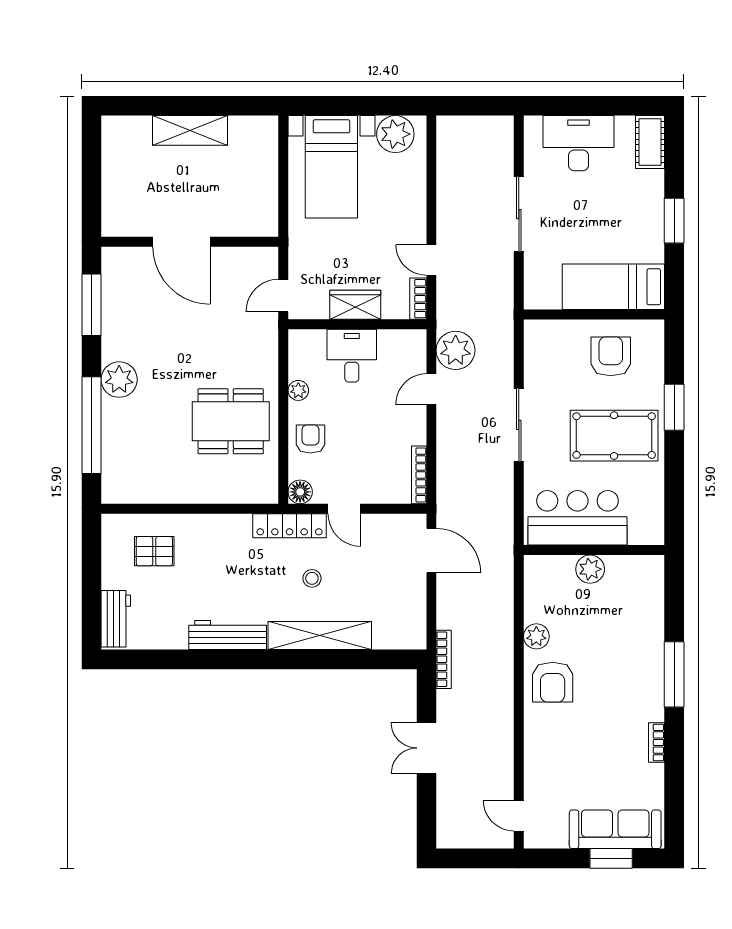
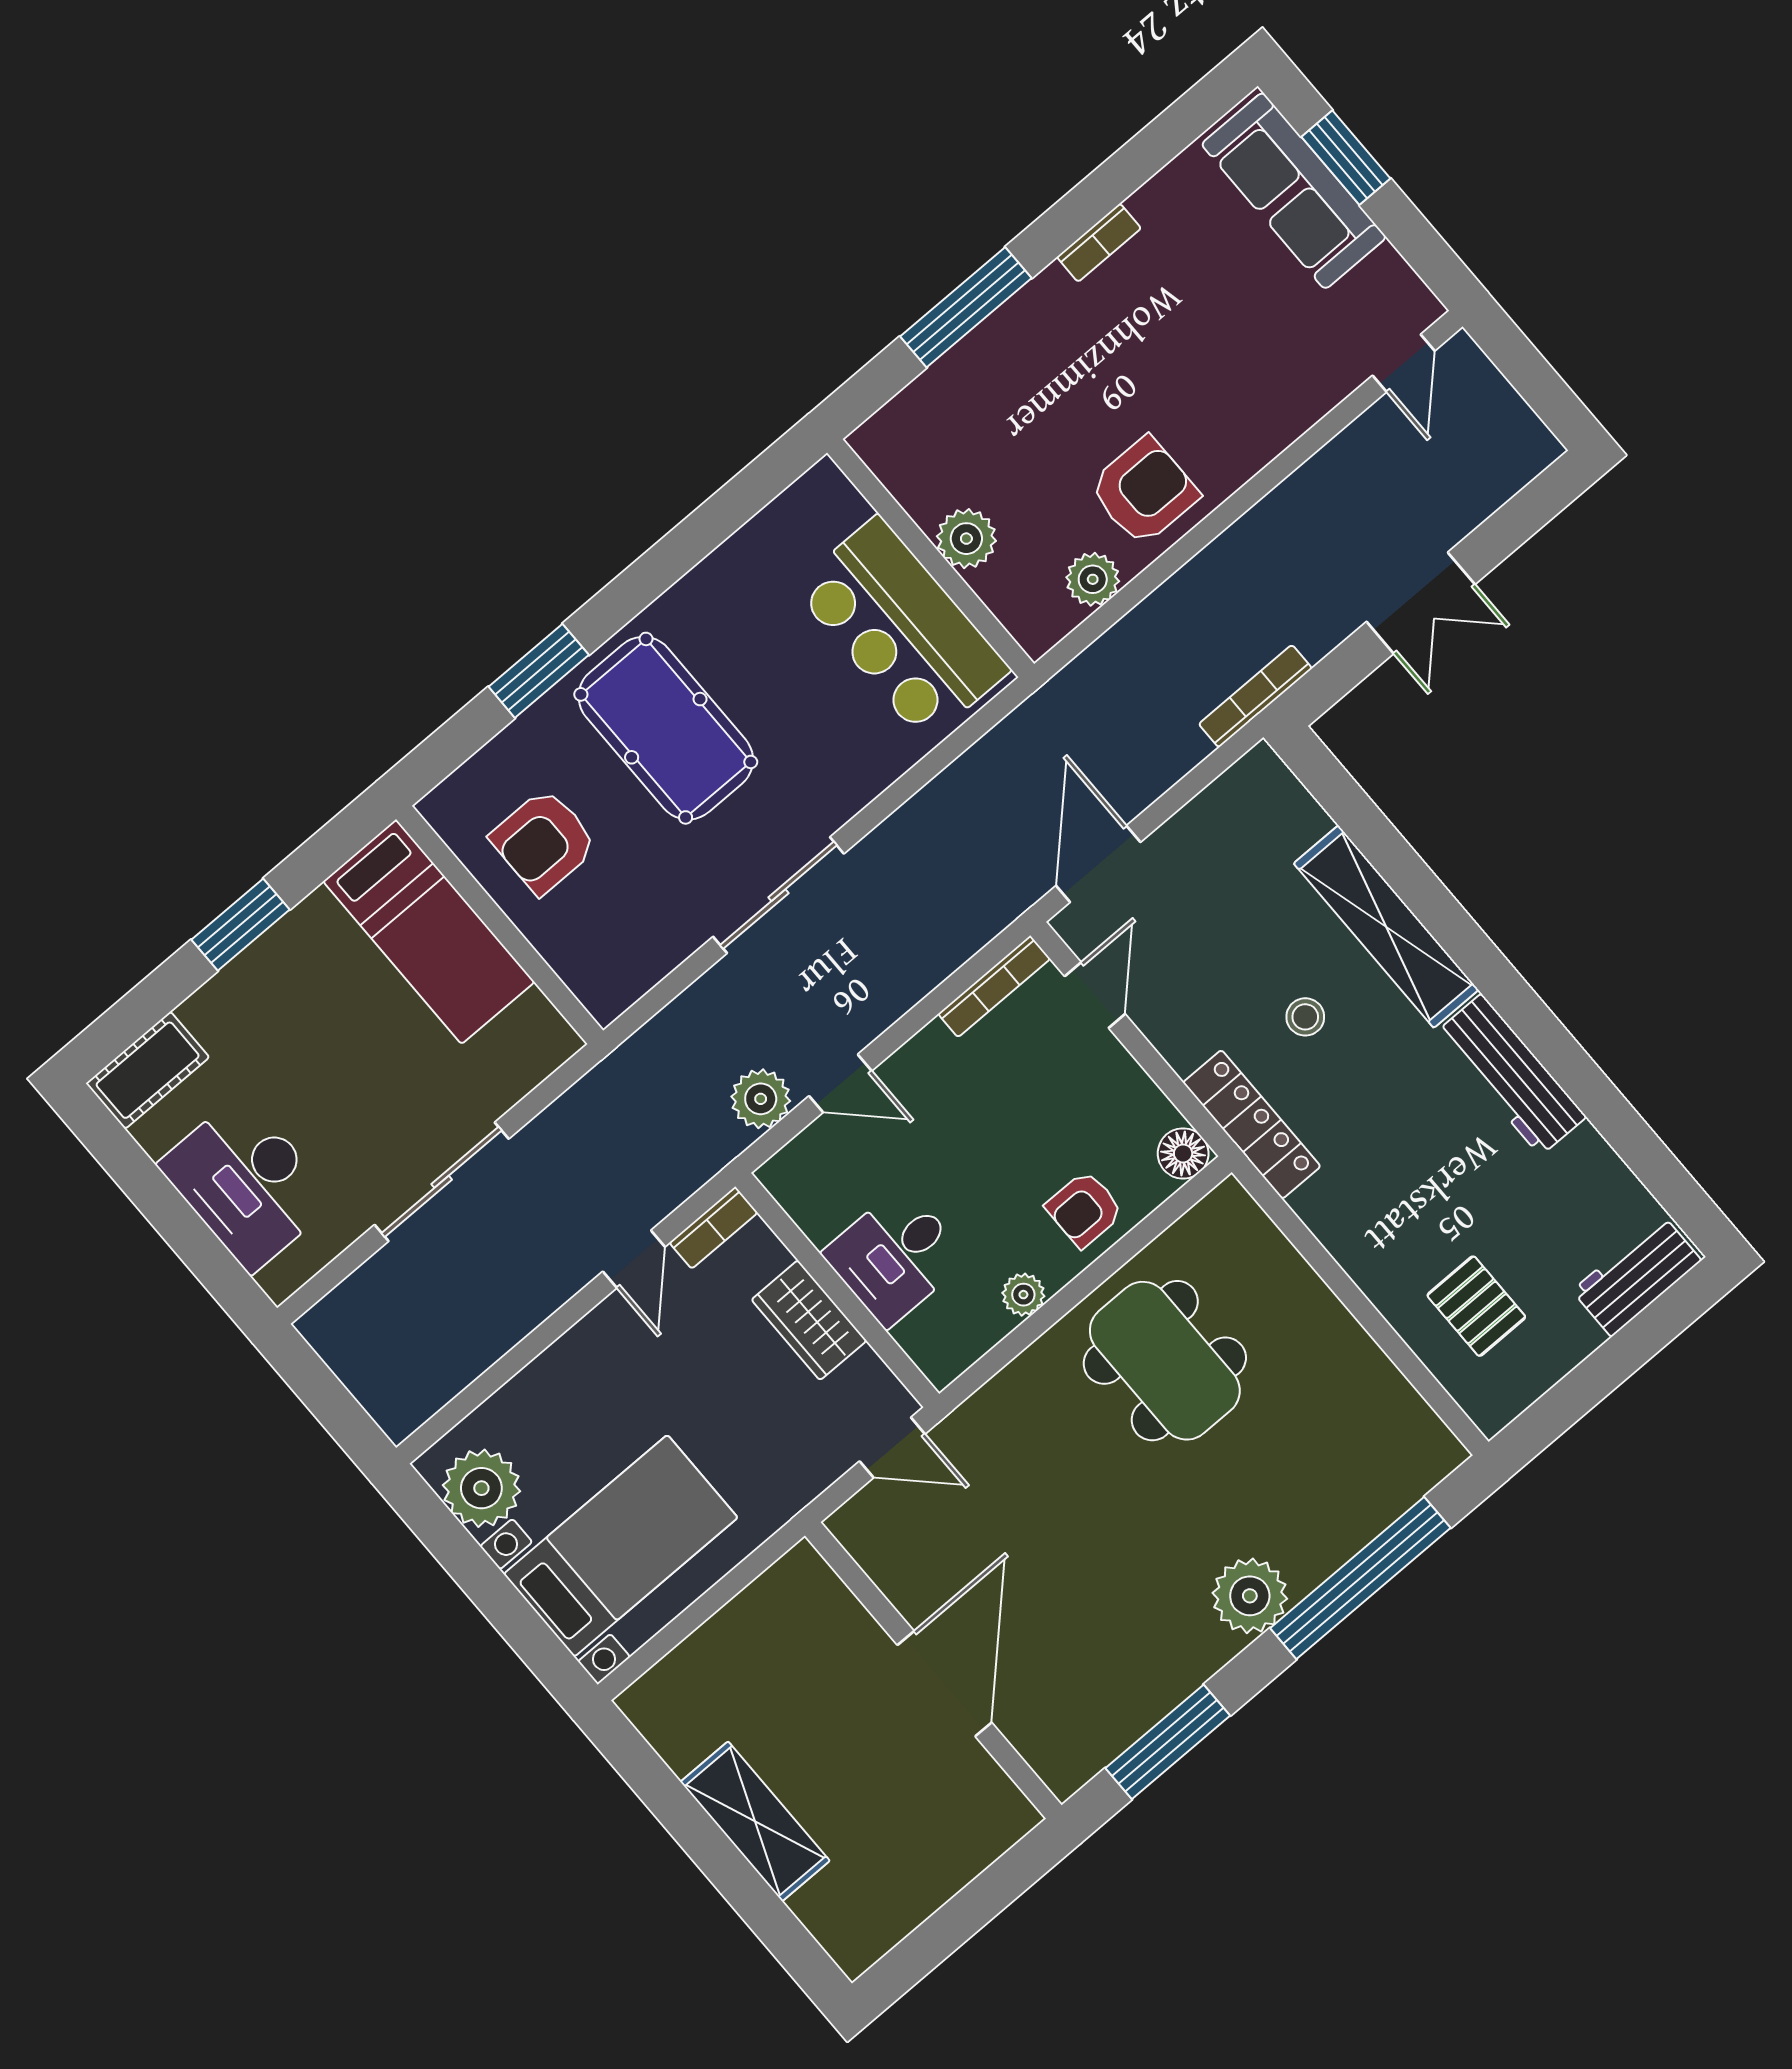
plant: (456, 350) -> (761, 1099), width x0.73, depth x0.73
door: (344, 509) -> (1095, 995), moved
bar counter: (577, 518) -> (901, 629), moved
wall: (594, 550) -> (931, 558), moved
plant: (590, 569) -> (966, 539), moved

